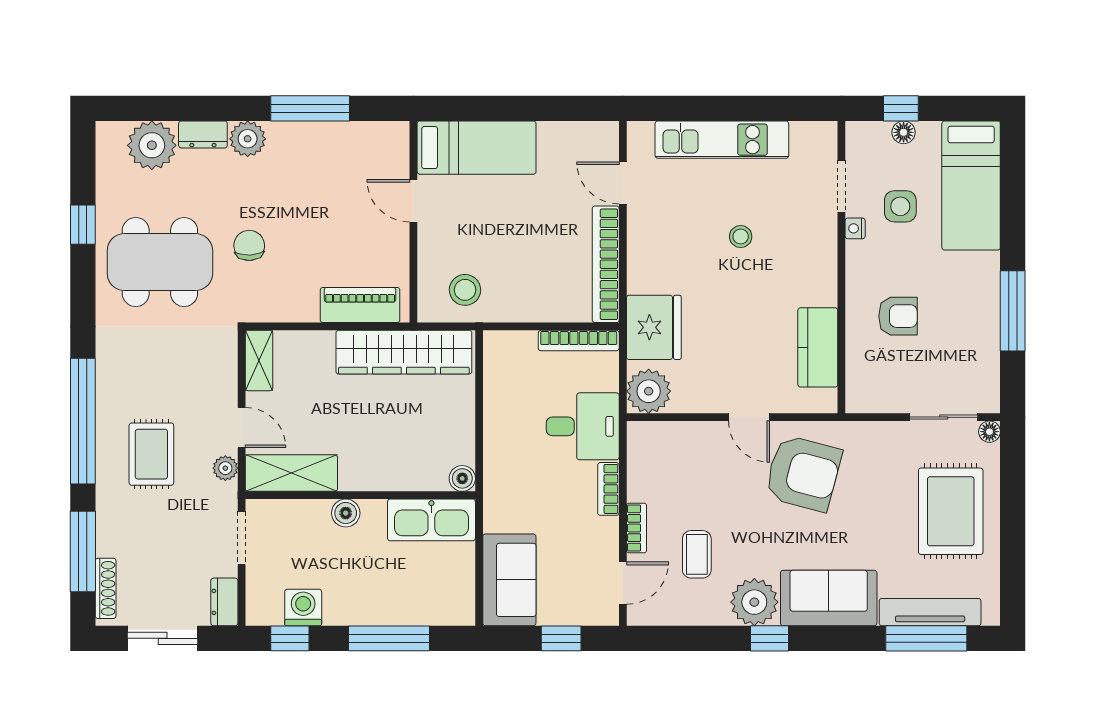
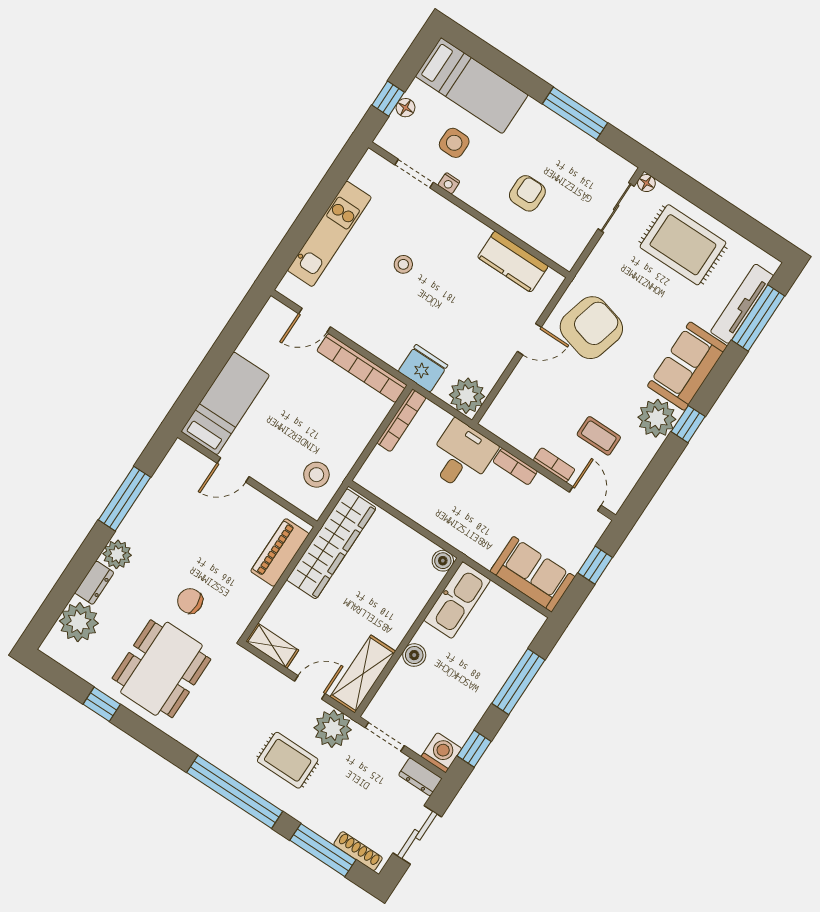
fridge: (654, 327) -> (423, 368), width x0.73, depth x0.75
plant: (225, 468) -> (333, 729), width x1.87, depth x1.87
washing machine: (303, 607) -> (441, 753), moved, turned 90

